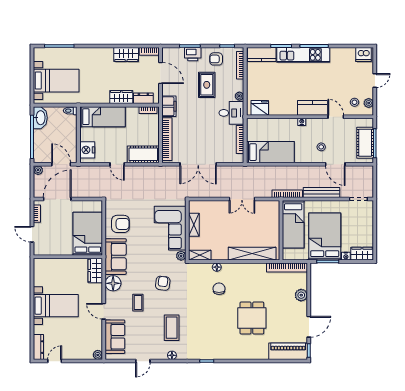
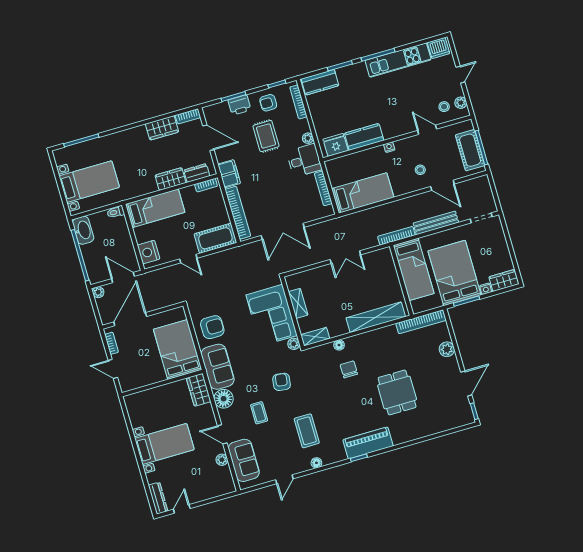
kitchen unit: (303, 55) -> (398, 60), moved
kitchen counter: (313, 108) -> (364, 137), moved
piano: (288, 351) -> (368, 443), moved
plant: (98, 355) -> (222, 460), moved

